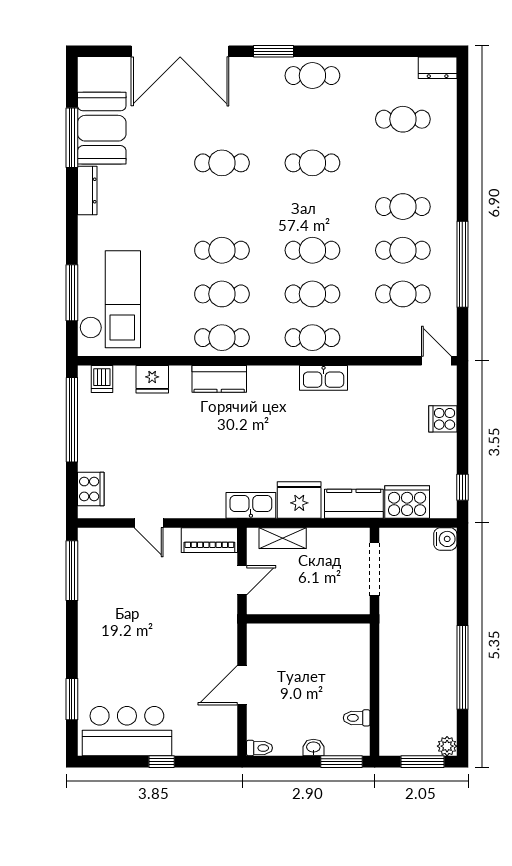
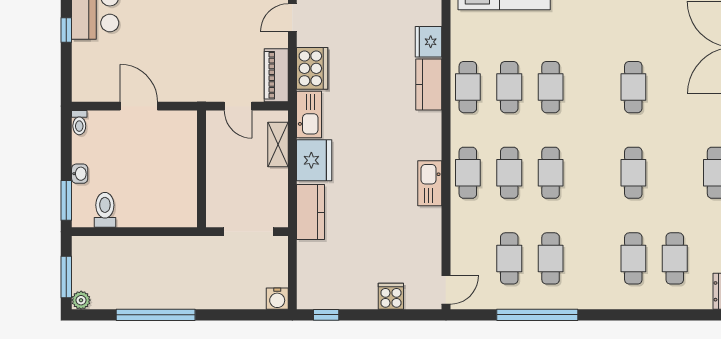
cafe table: (403, 207) -> (633, 258), moved
fridge: (152, 379) -> (428, 42), moved
cooker: (407, 502) -> (312, 68), moved
toilet: (357, 718) -> (105, 210), width x1.37, depth x1.39

